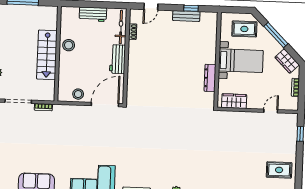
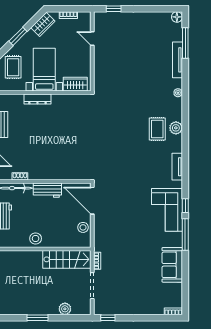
window: (276, 35) -> (18, 36), width x0.69
stairs: (47, 55) -> (67, 259), moved
dresser: (210, 78) -> (37, 99), moved
wardrobe: (234, 101) -> (75, 84), moved, turned 90
rug: (279, 170) -> (157, 129), moved

